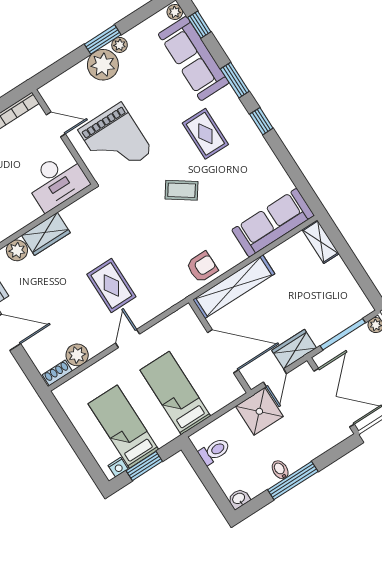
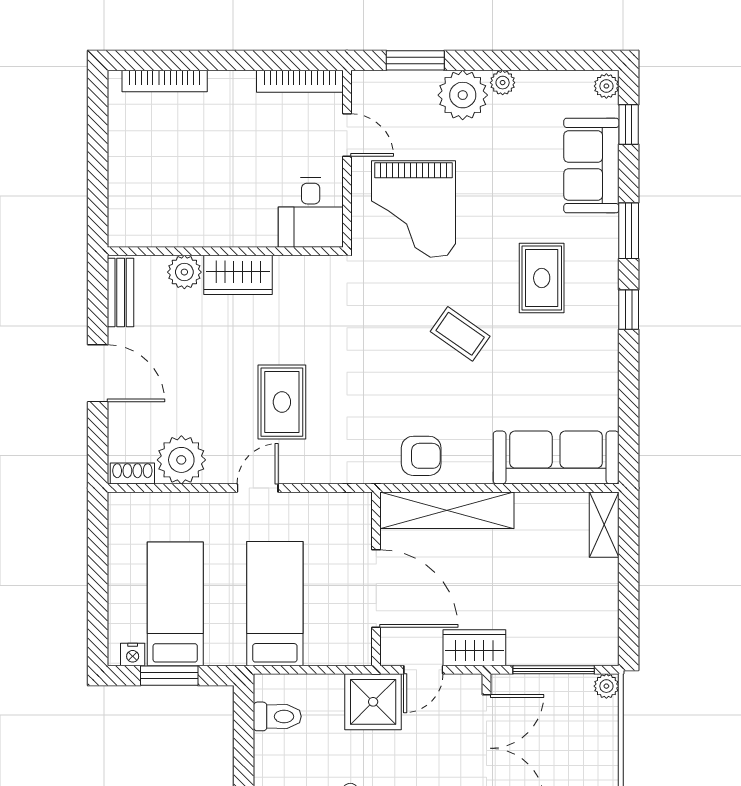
window: (103, 39) -> (415, 60), moved
sofa: (194, 58) -> (591, 166), width x0.73
desk: (57, 181) -> (311, 212), width x0.73
plant: (77, 355) -> (181, 460), width x1.36, depth x1.36

